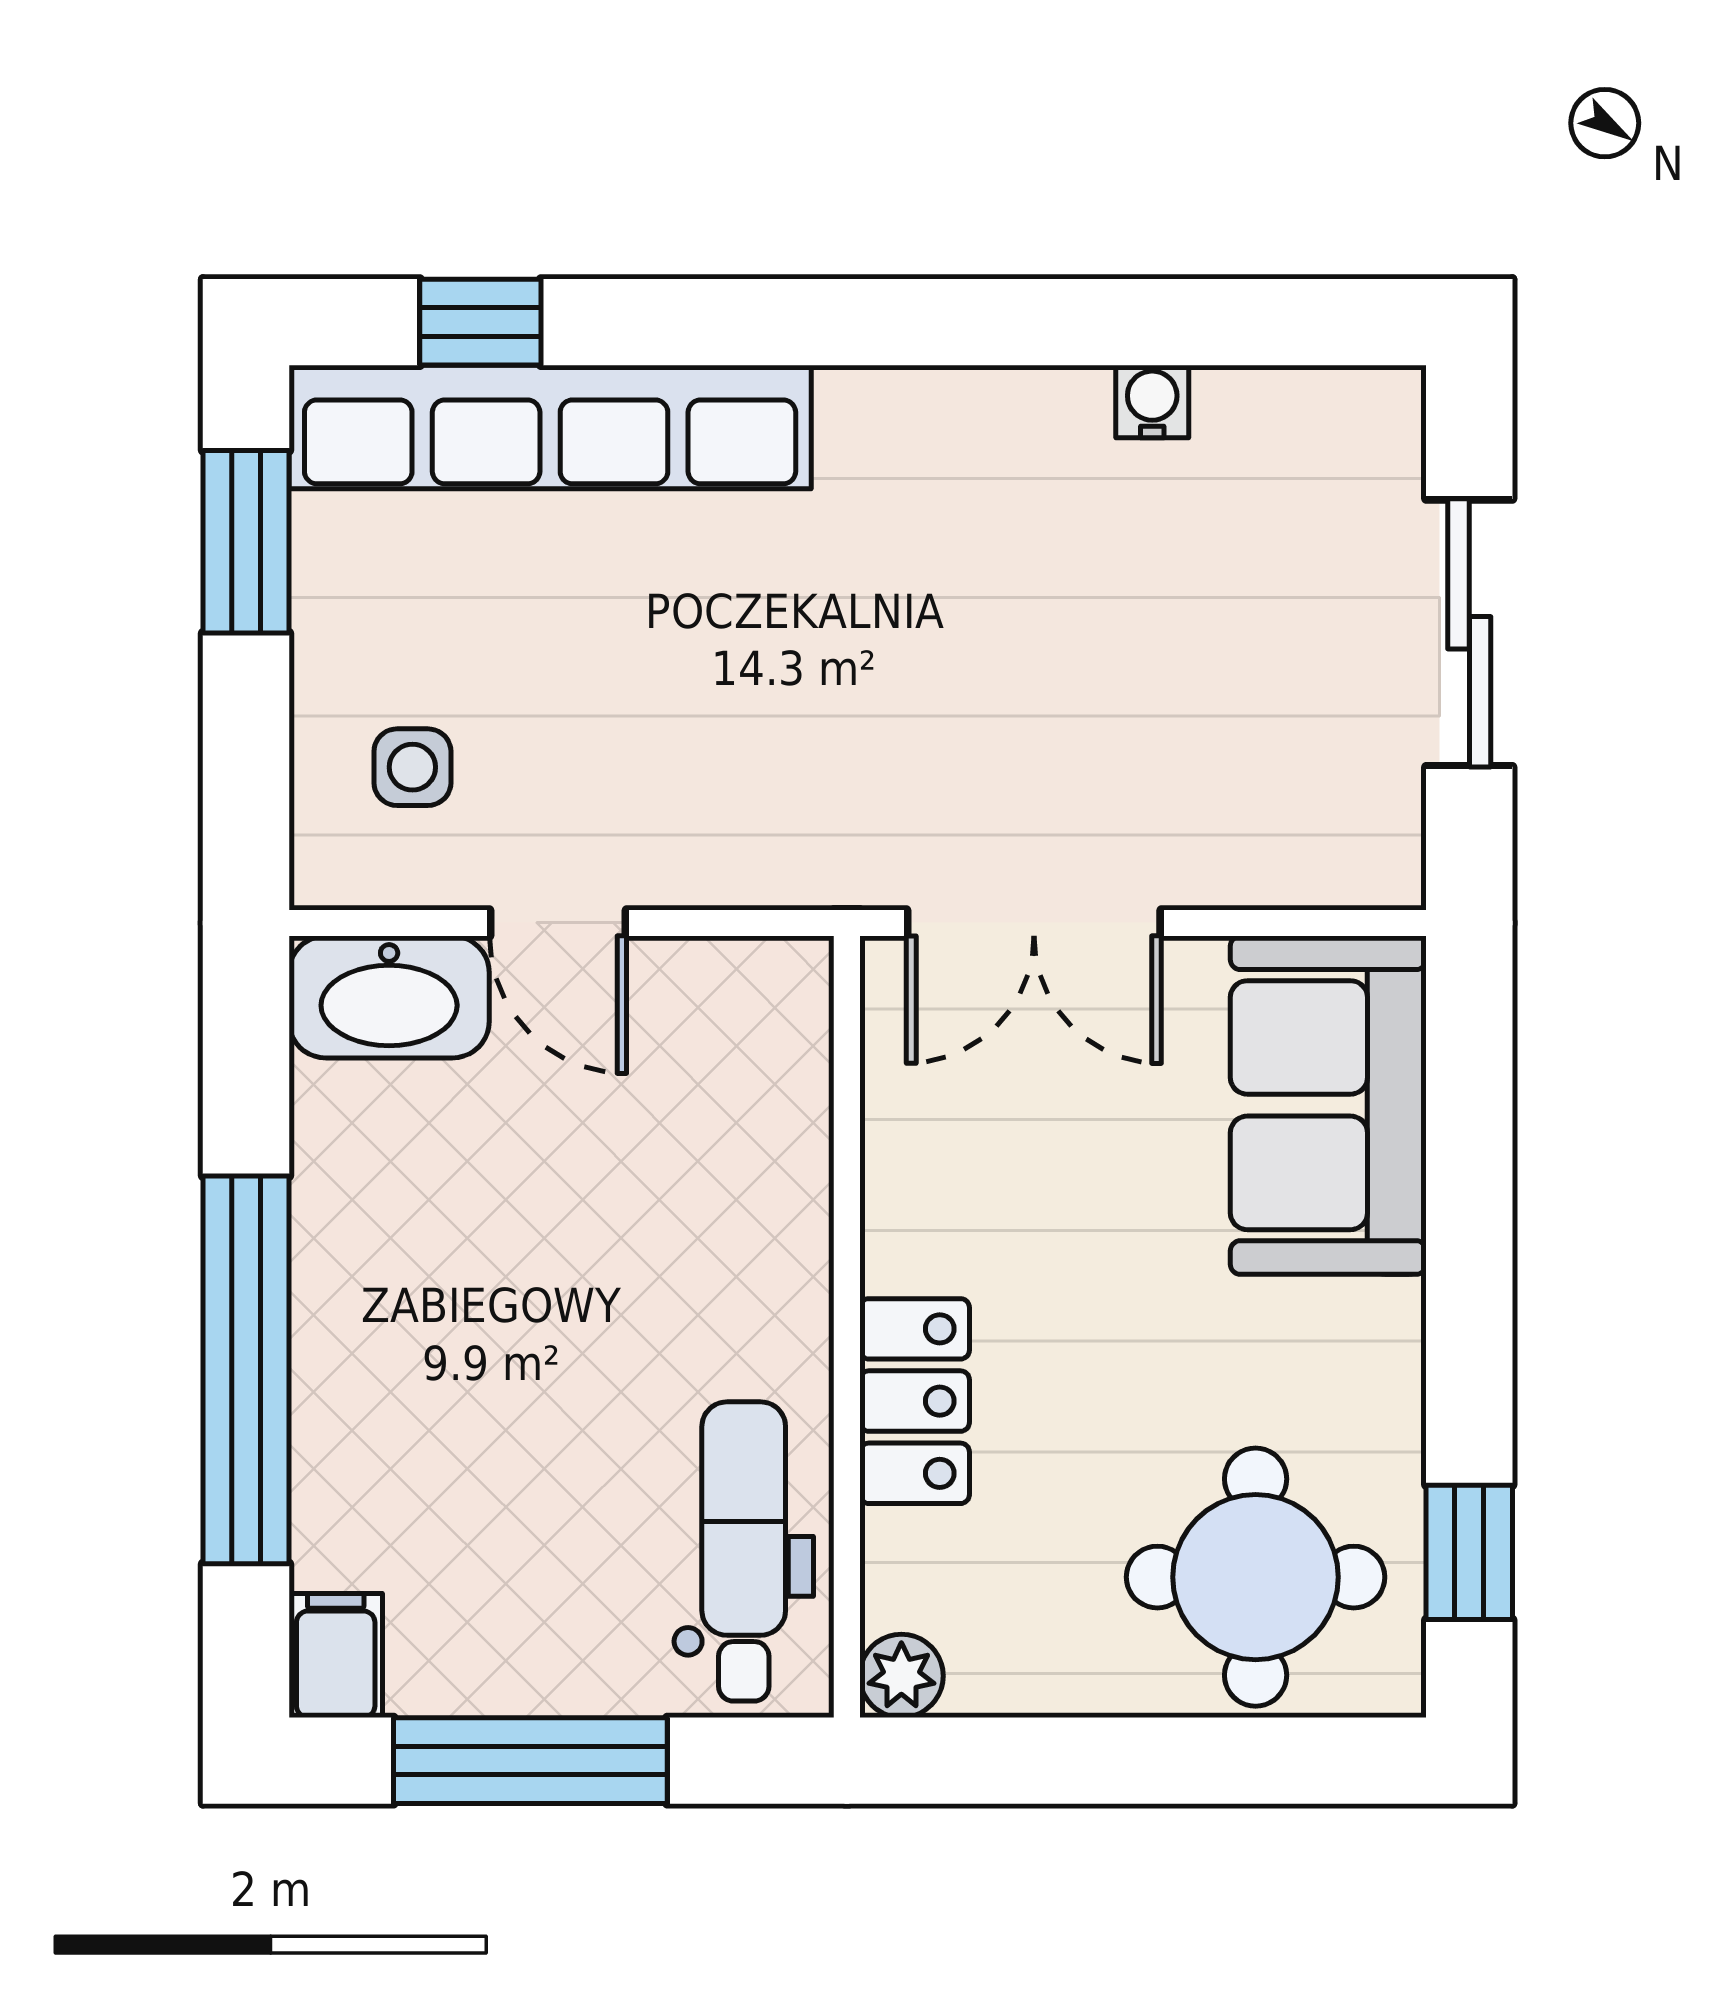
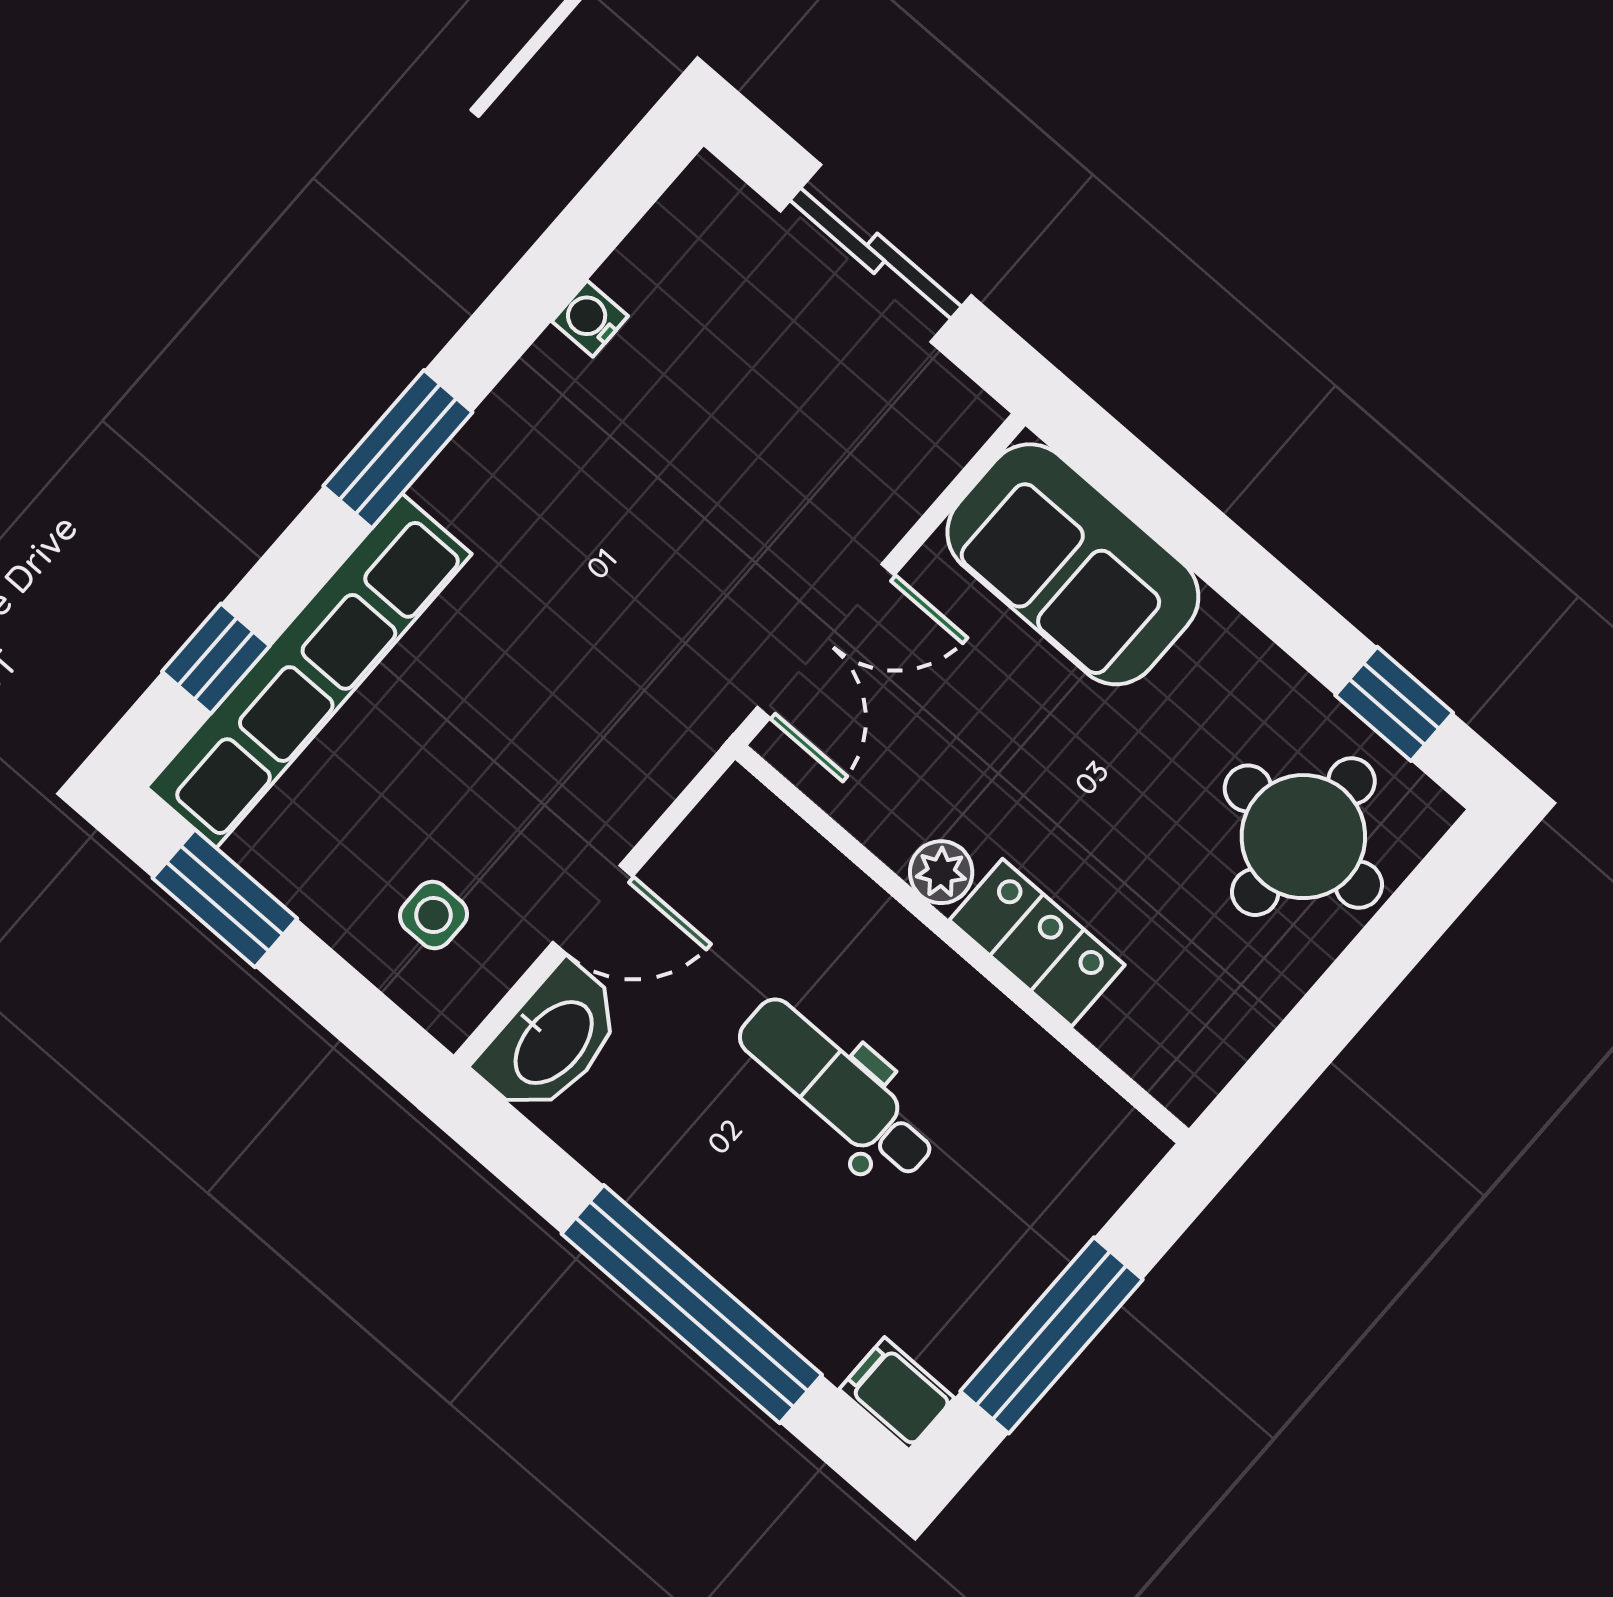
window: (852, 322) -> (398, 449), added
dental chair: (744, 1551) -> (837, 1089), moved
plant: (901, 1676) -> (941, 872), moved

